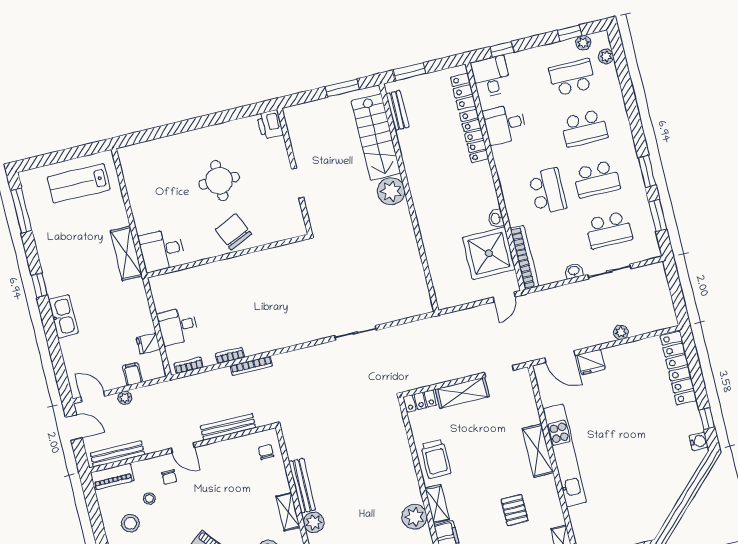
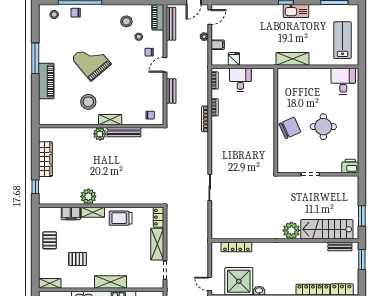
desk: (162, 250) -> (343, 81), moved
locker: (437, 270) -> (236, 247), added
kitchen sink: (63, 316) -> (296, 11), moved
bench: (228, 427) -> (171, 91), width x0.73

